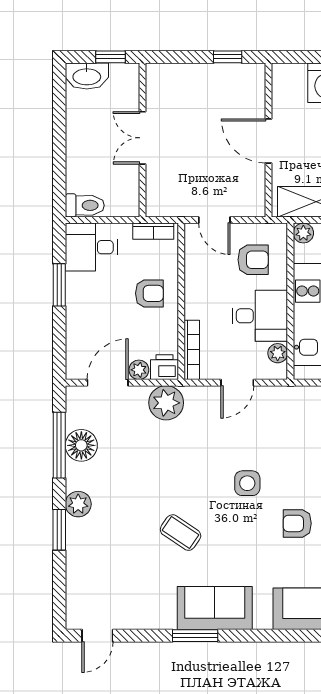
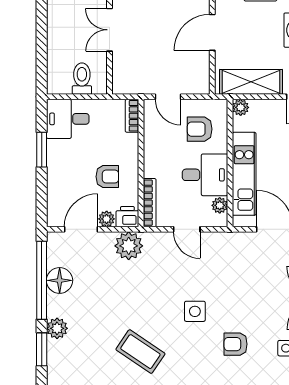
door: (269, 141) -> (212, 32), hinge flipped
toilet: (85, 205) -> (82, 79), moved, turned -90
bookcase: (153, 231) -> (132, 116), moved, turned 90
armchair: (253, 260) -> (200, 129), turned 180
armchair: (149, 293) -> (107, 177), moved
door: (237, 383) -> (187, 229), hinge flipped
window: (59, 445) -> (42, 280), width x1.46
coffee table: (181, 533) -> (140, 352), width x1.36, depth x1.30

